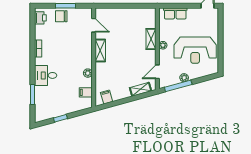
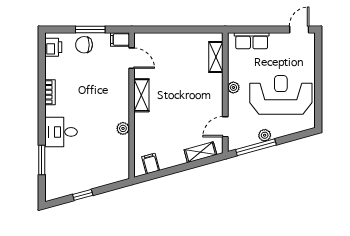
shelving: (151, 39) -> (216, 57), moved
reception desk: (195, 50) -> (281, 95), turned 180
filing cabinet: (86, 92) -> (120, 39), moved

